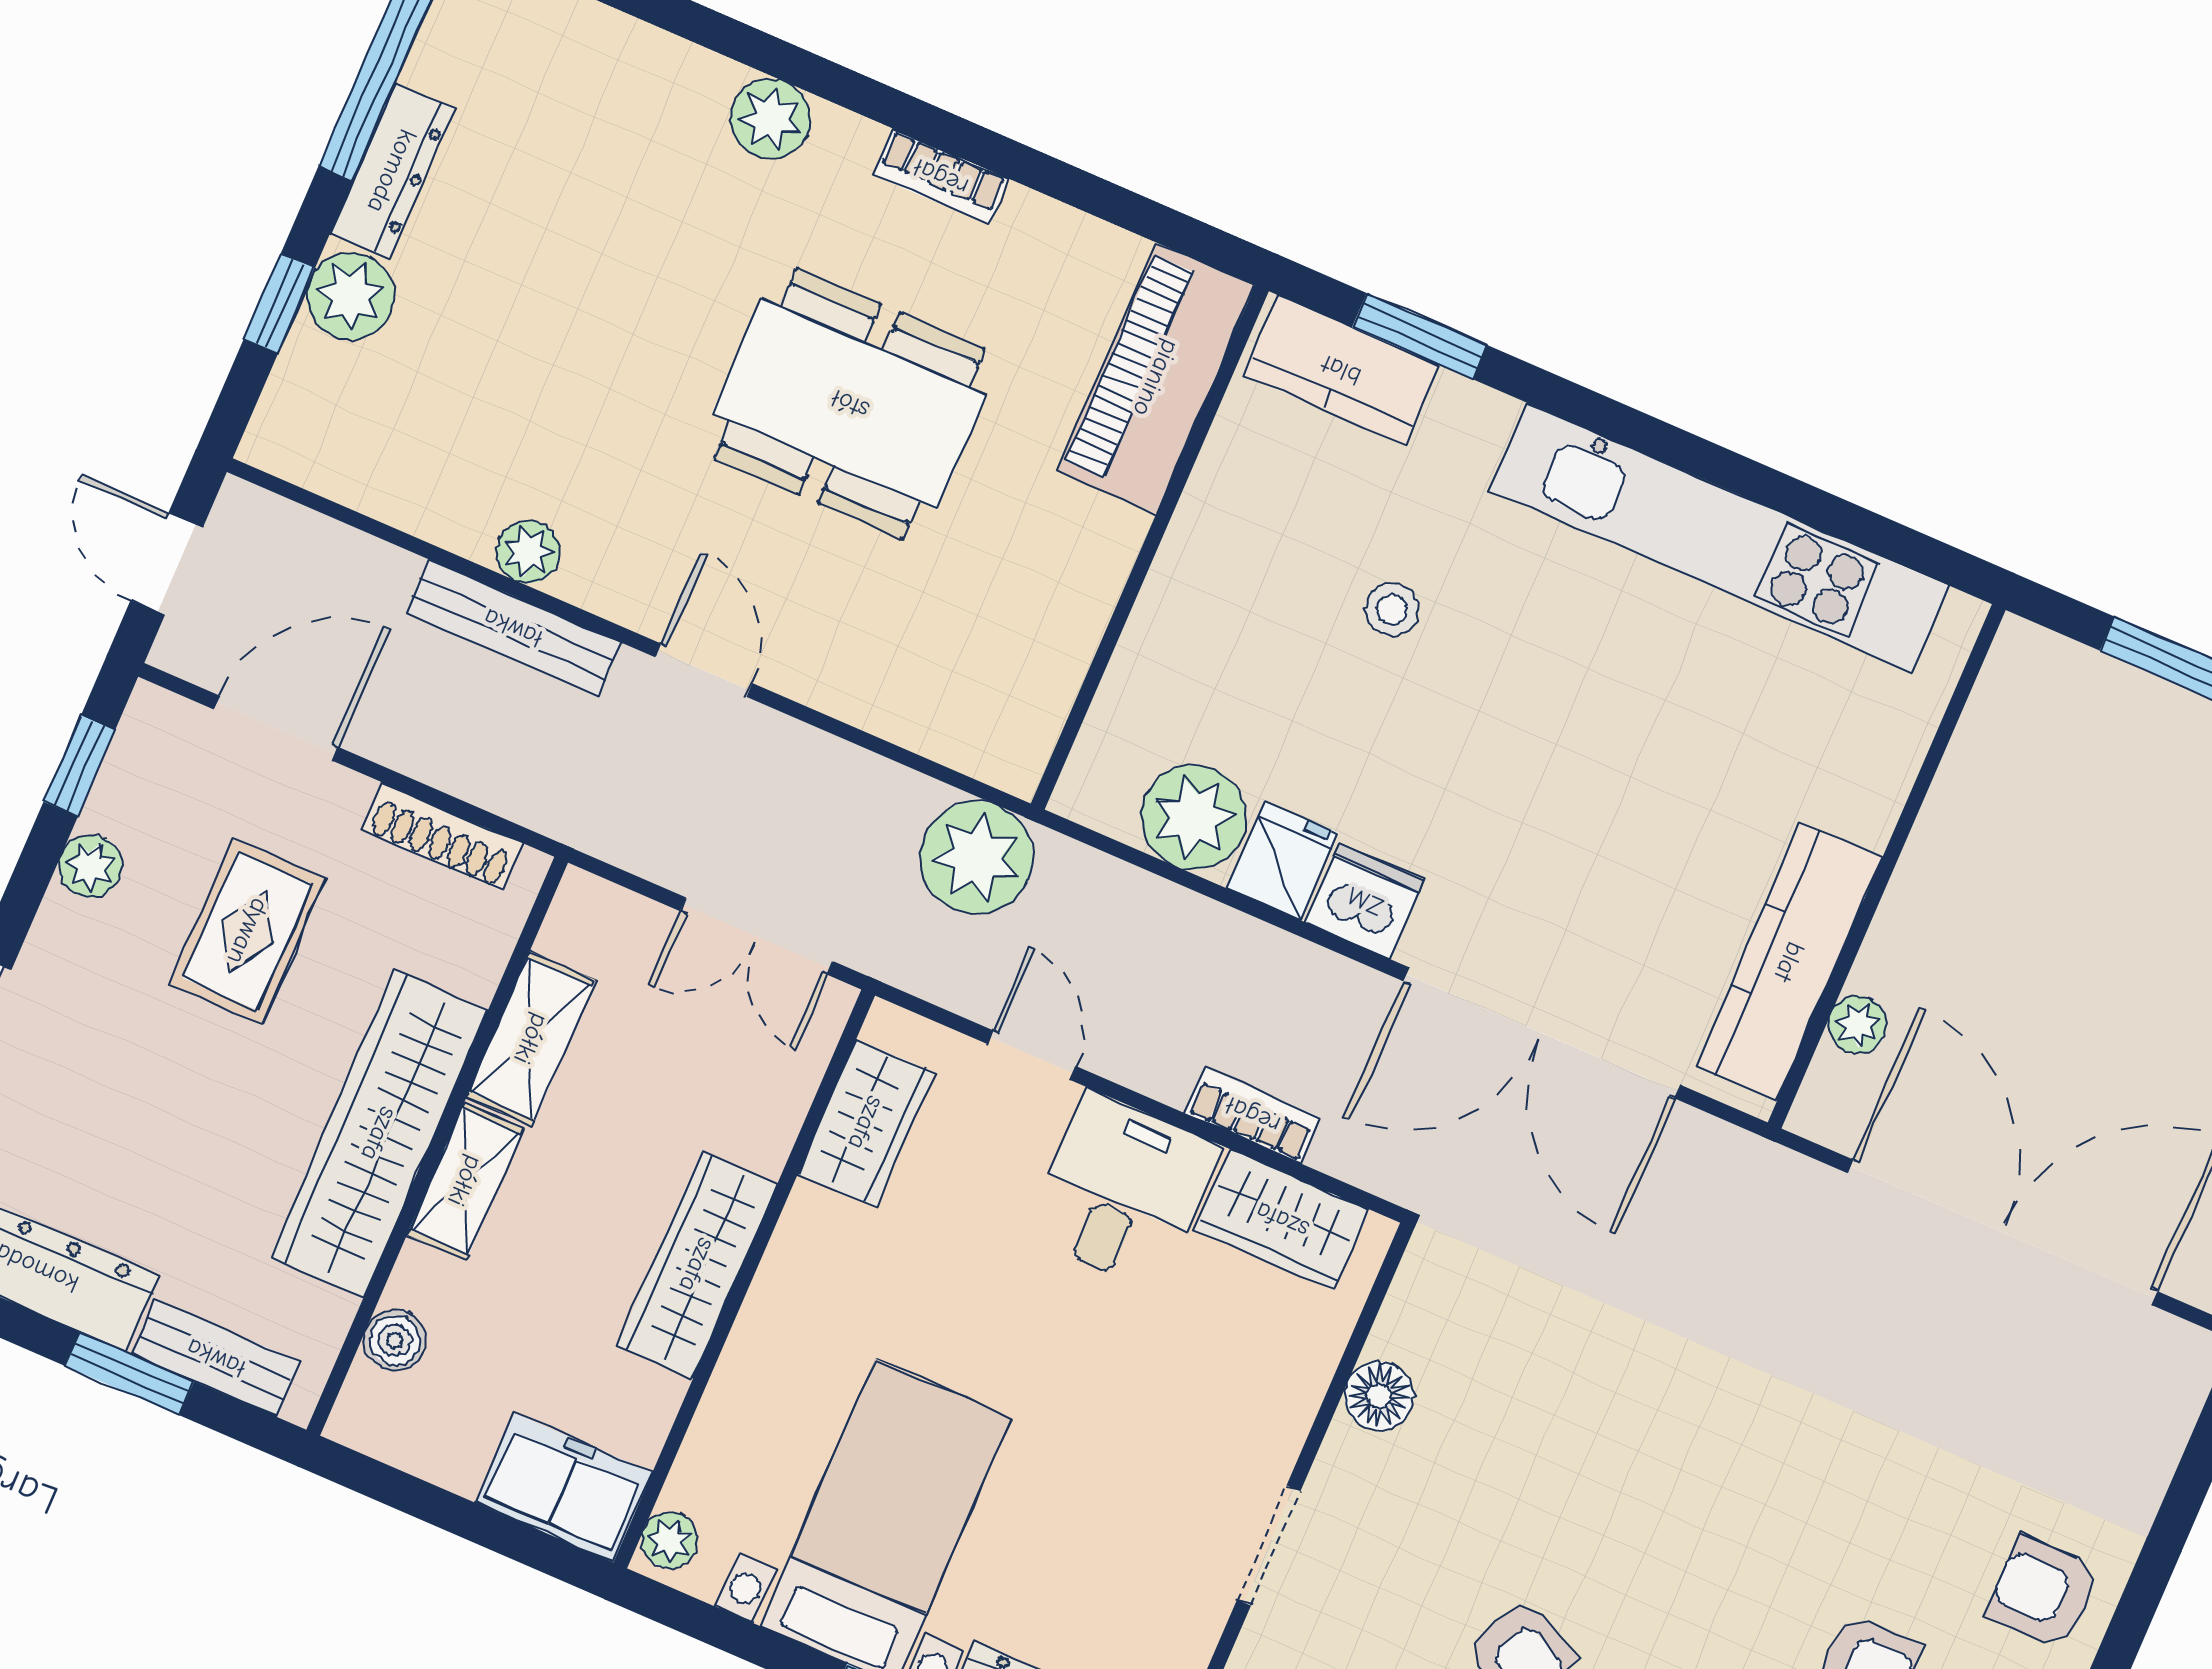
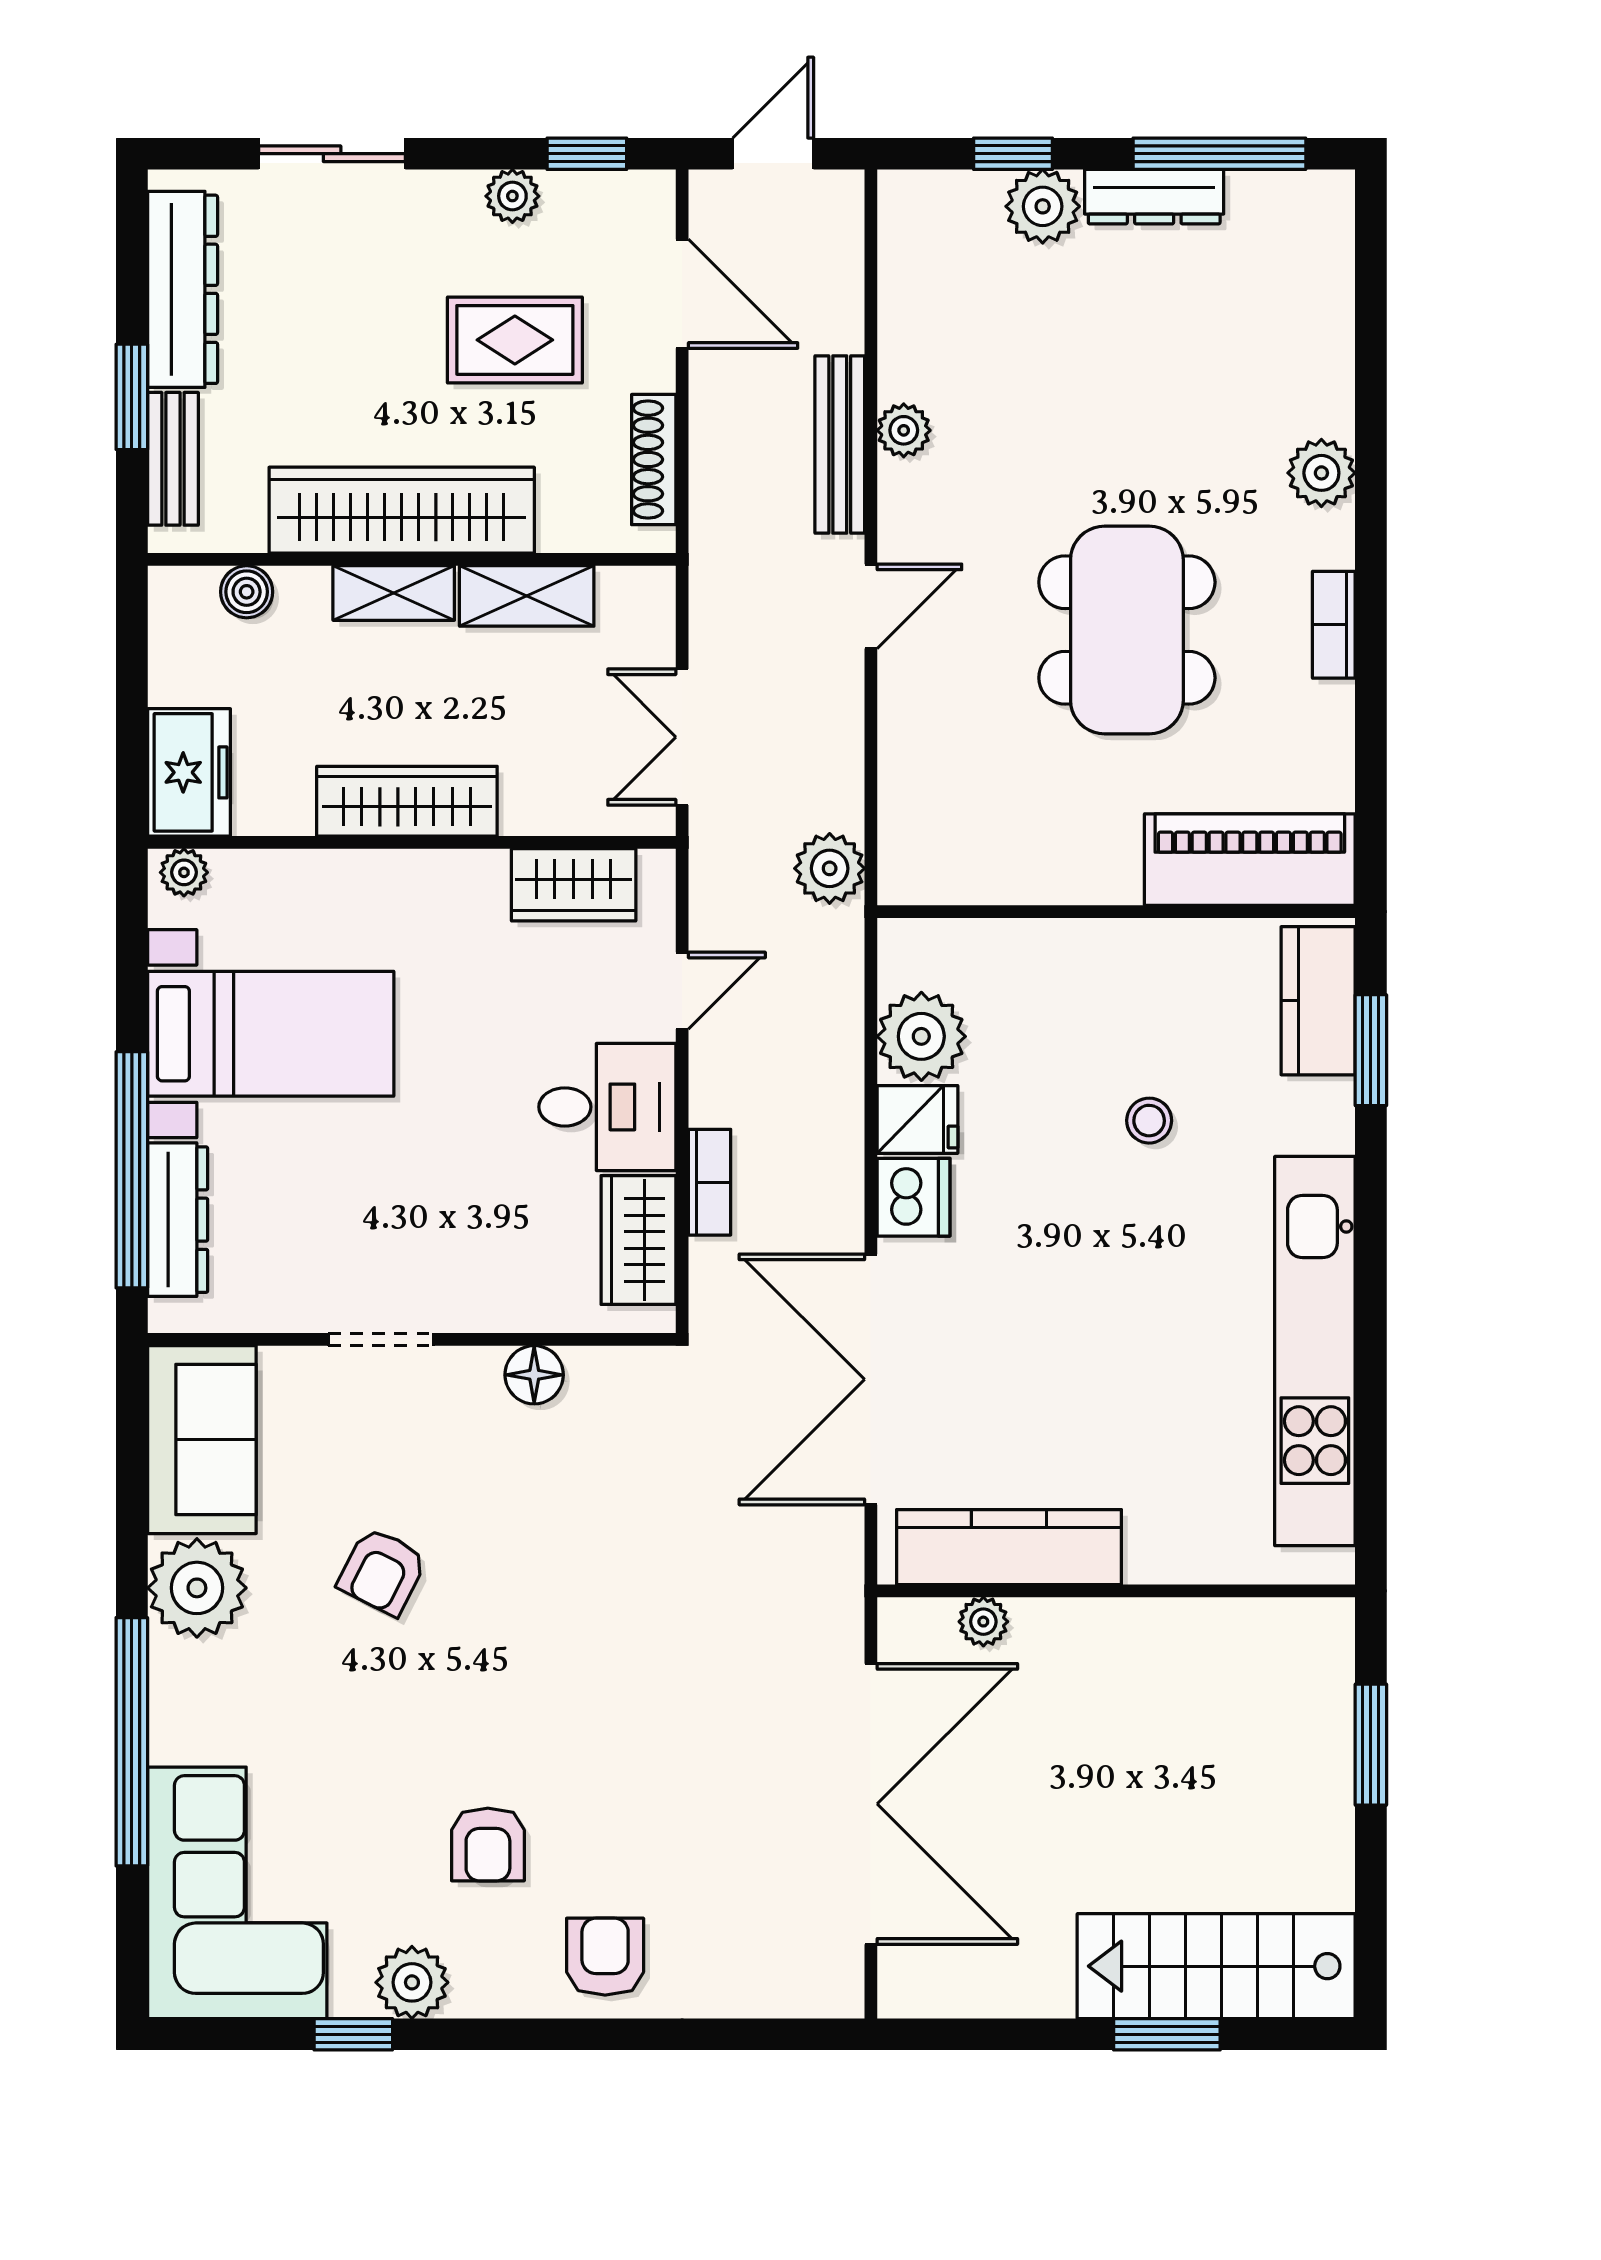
plant: (976, 858) -> (830, 868), width x0.73, depth x0.73

